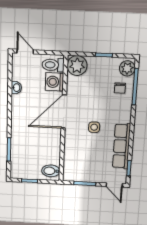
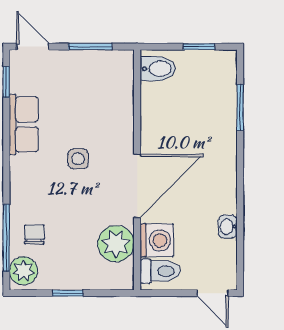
plant: (77, 66) -> (116, 244), moved
row of seats: (122, 146) -> (24, 124), width x0.68

